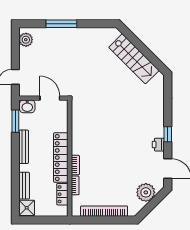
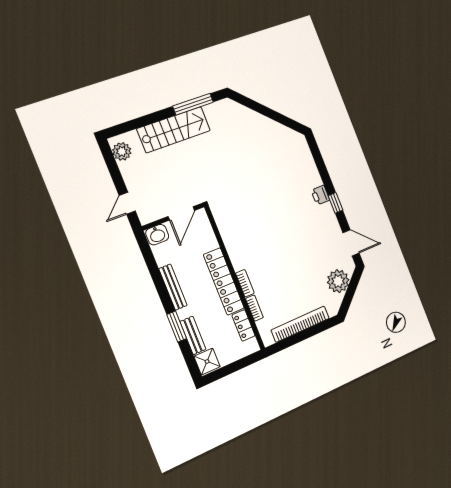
window: (61, 24) -> (193, 104), moved
stairs: (134, 59) -> (174, 130), moved, turned -45
door: (50, 98) -> (181, 213), swing flipped
window: (15, 121) -> (177, 327), moved
printer: (158, 145) -> (320, 195), moved

